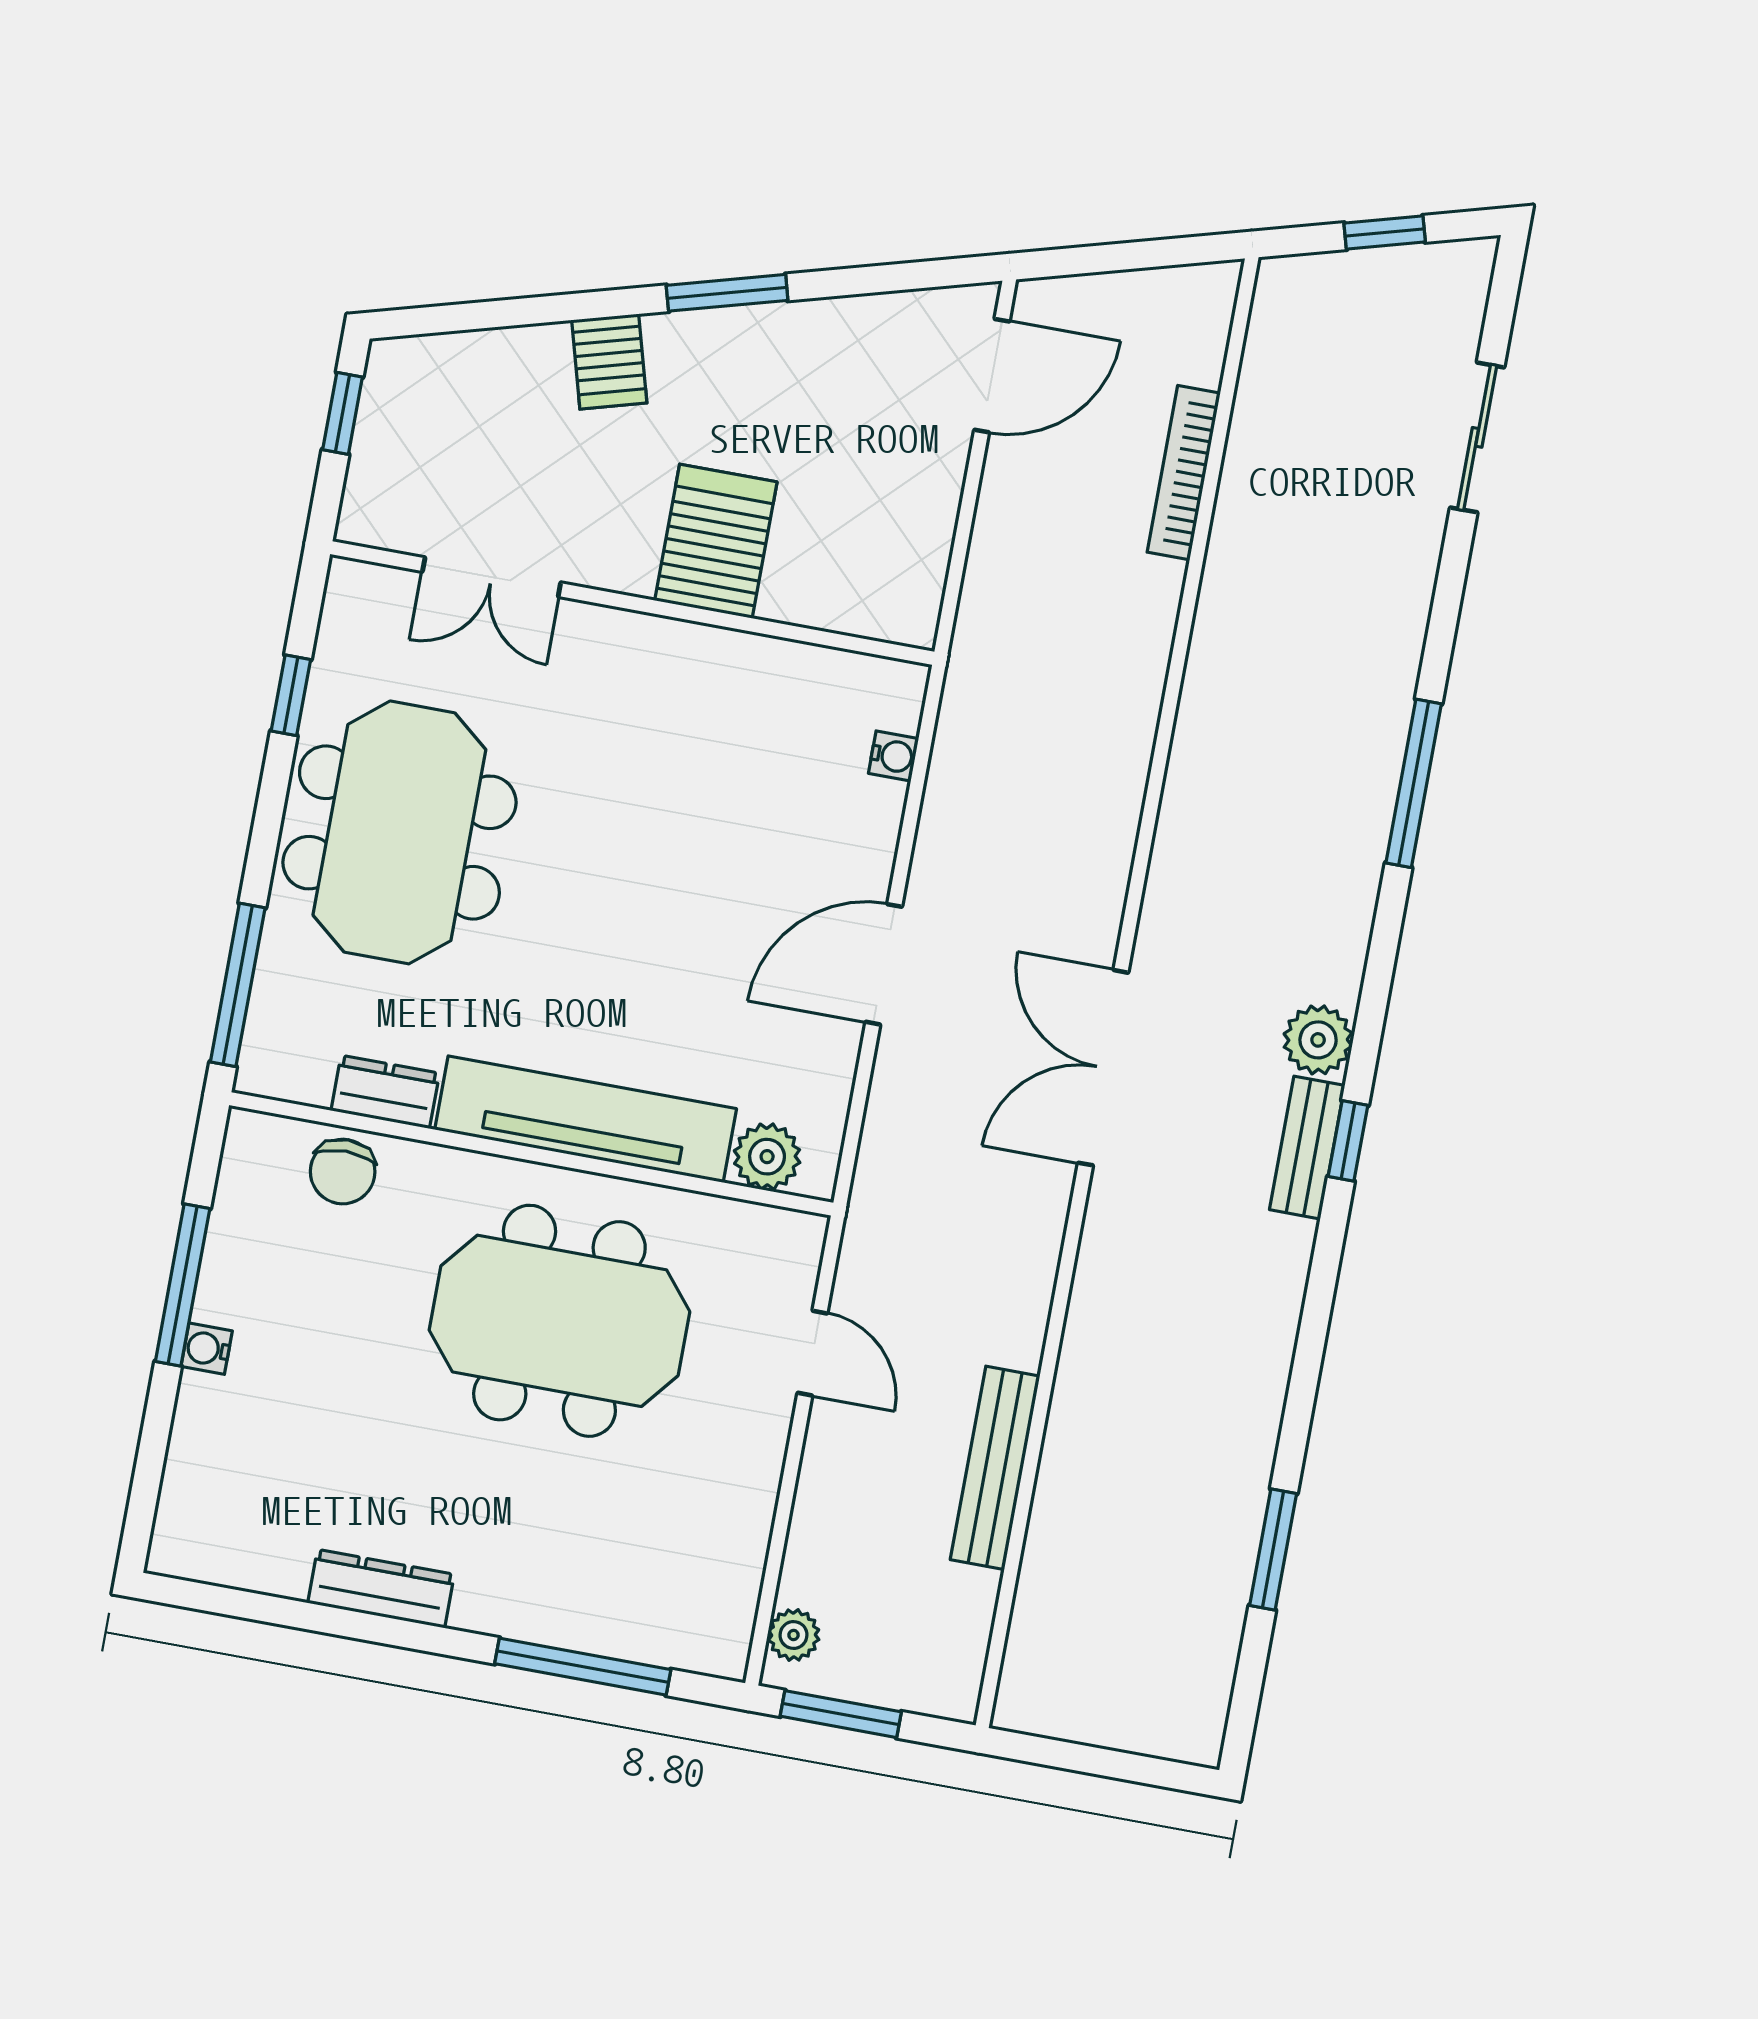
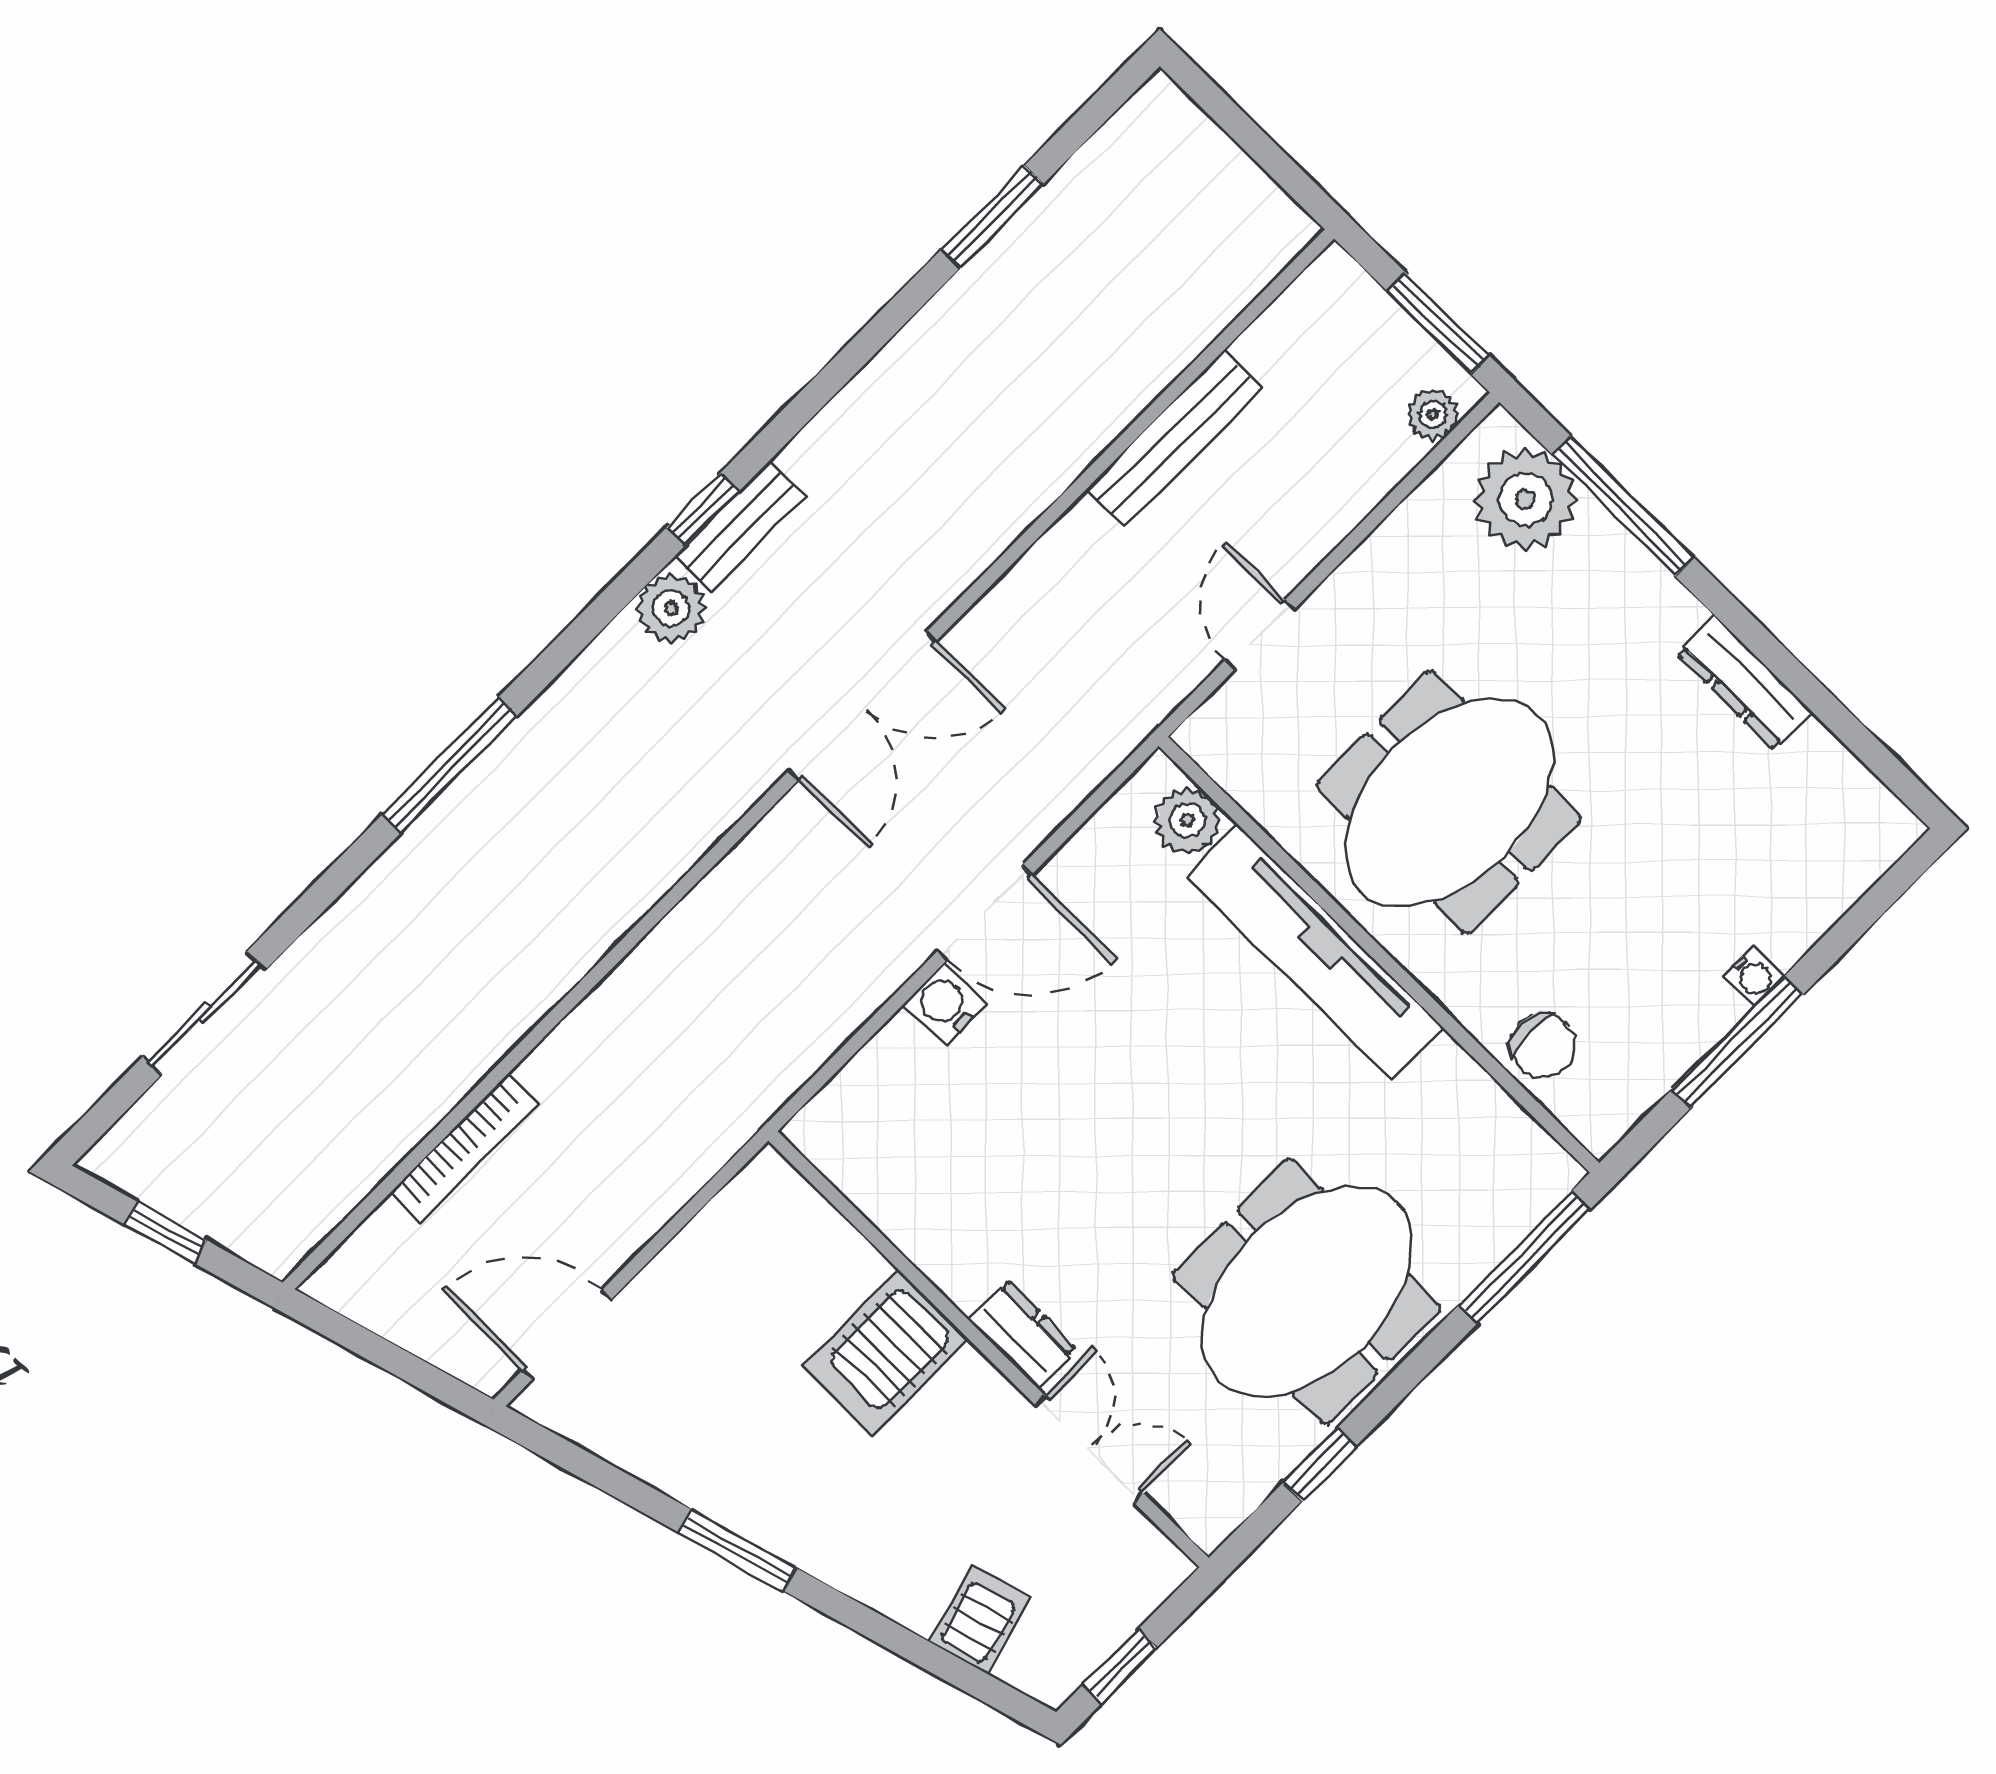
server rack: (609, 362) -> (980, 1619), moved
water cooler: (893, 756) -> (945, 1004), moved, width x1.38, depth x1.38
dresser: (385, 1092) -> (1022, 1334), moved, turned 180
chair: (343, 1172) -> (1543, 1046), turned 90
meeting table: (559, 1321) -> (1449, 802), turned 90
plant: (668, 1617) -> (1525, 499), added

